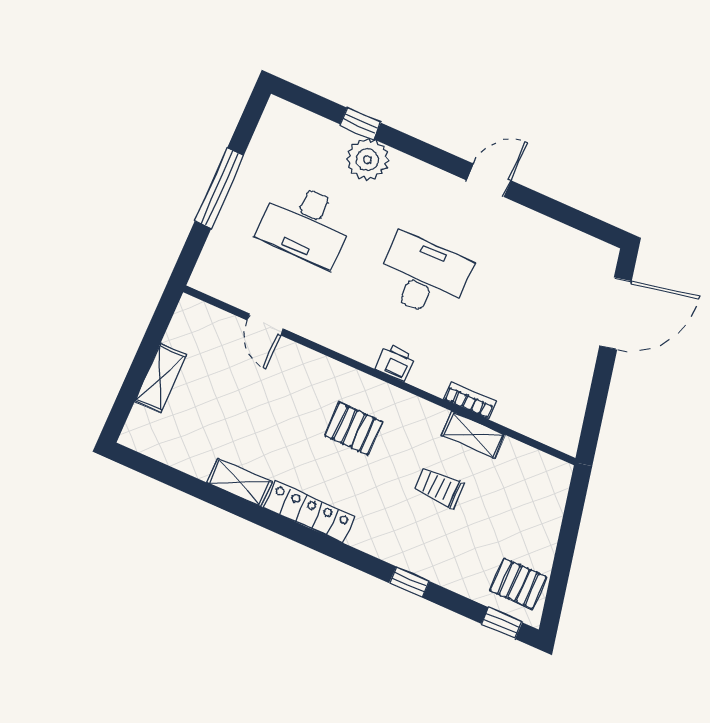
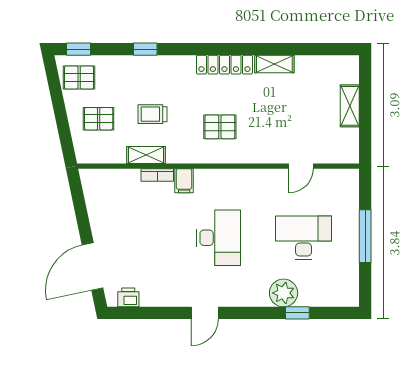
desk: (424, 276) -> (218, 238), turned -90
door: (265, 325) -> (301, 166), swing flipped
printer: (395, 362) -> (128, 297), moved, turned 180
filing cabinet: (436, 376) -> (184, 181), added
trolley: (439, 488) -> (152, 114), turned 180
pallet: (516, 514) -> (99, 119), added

